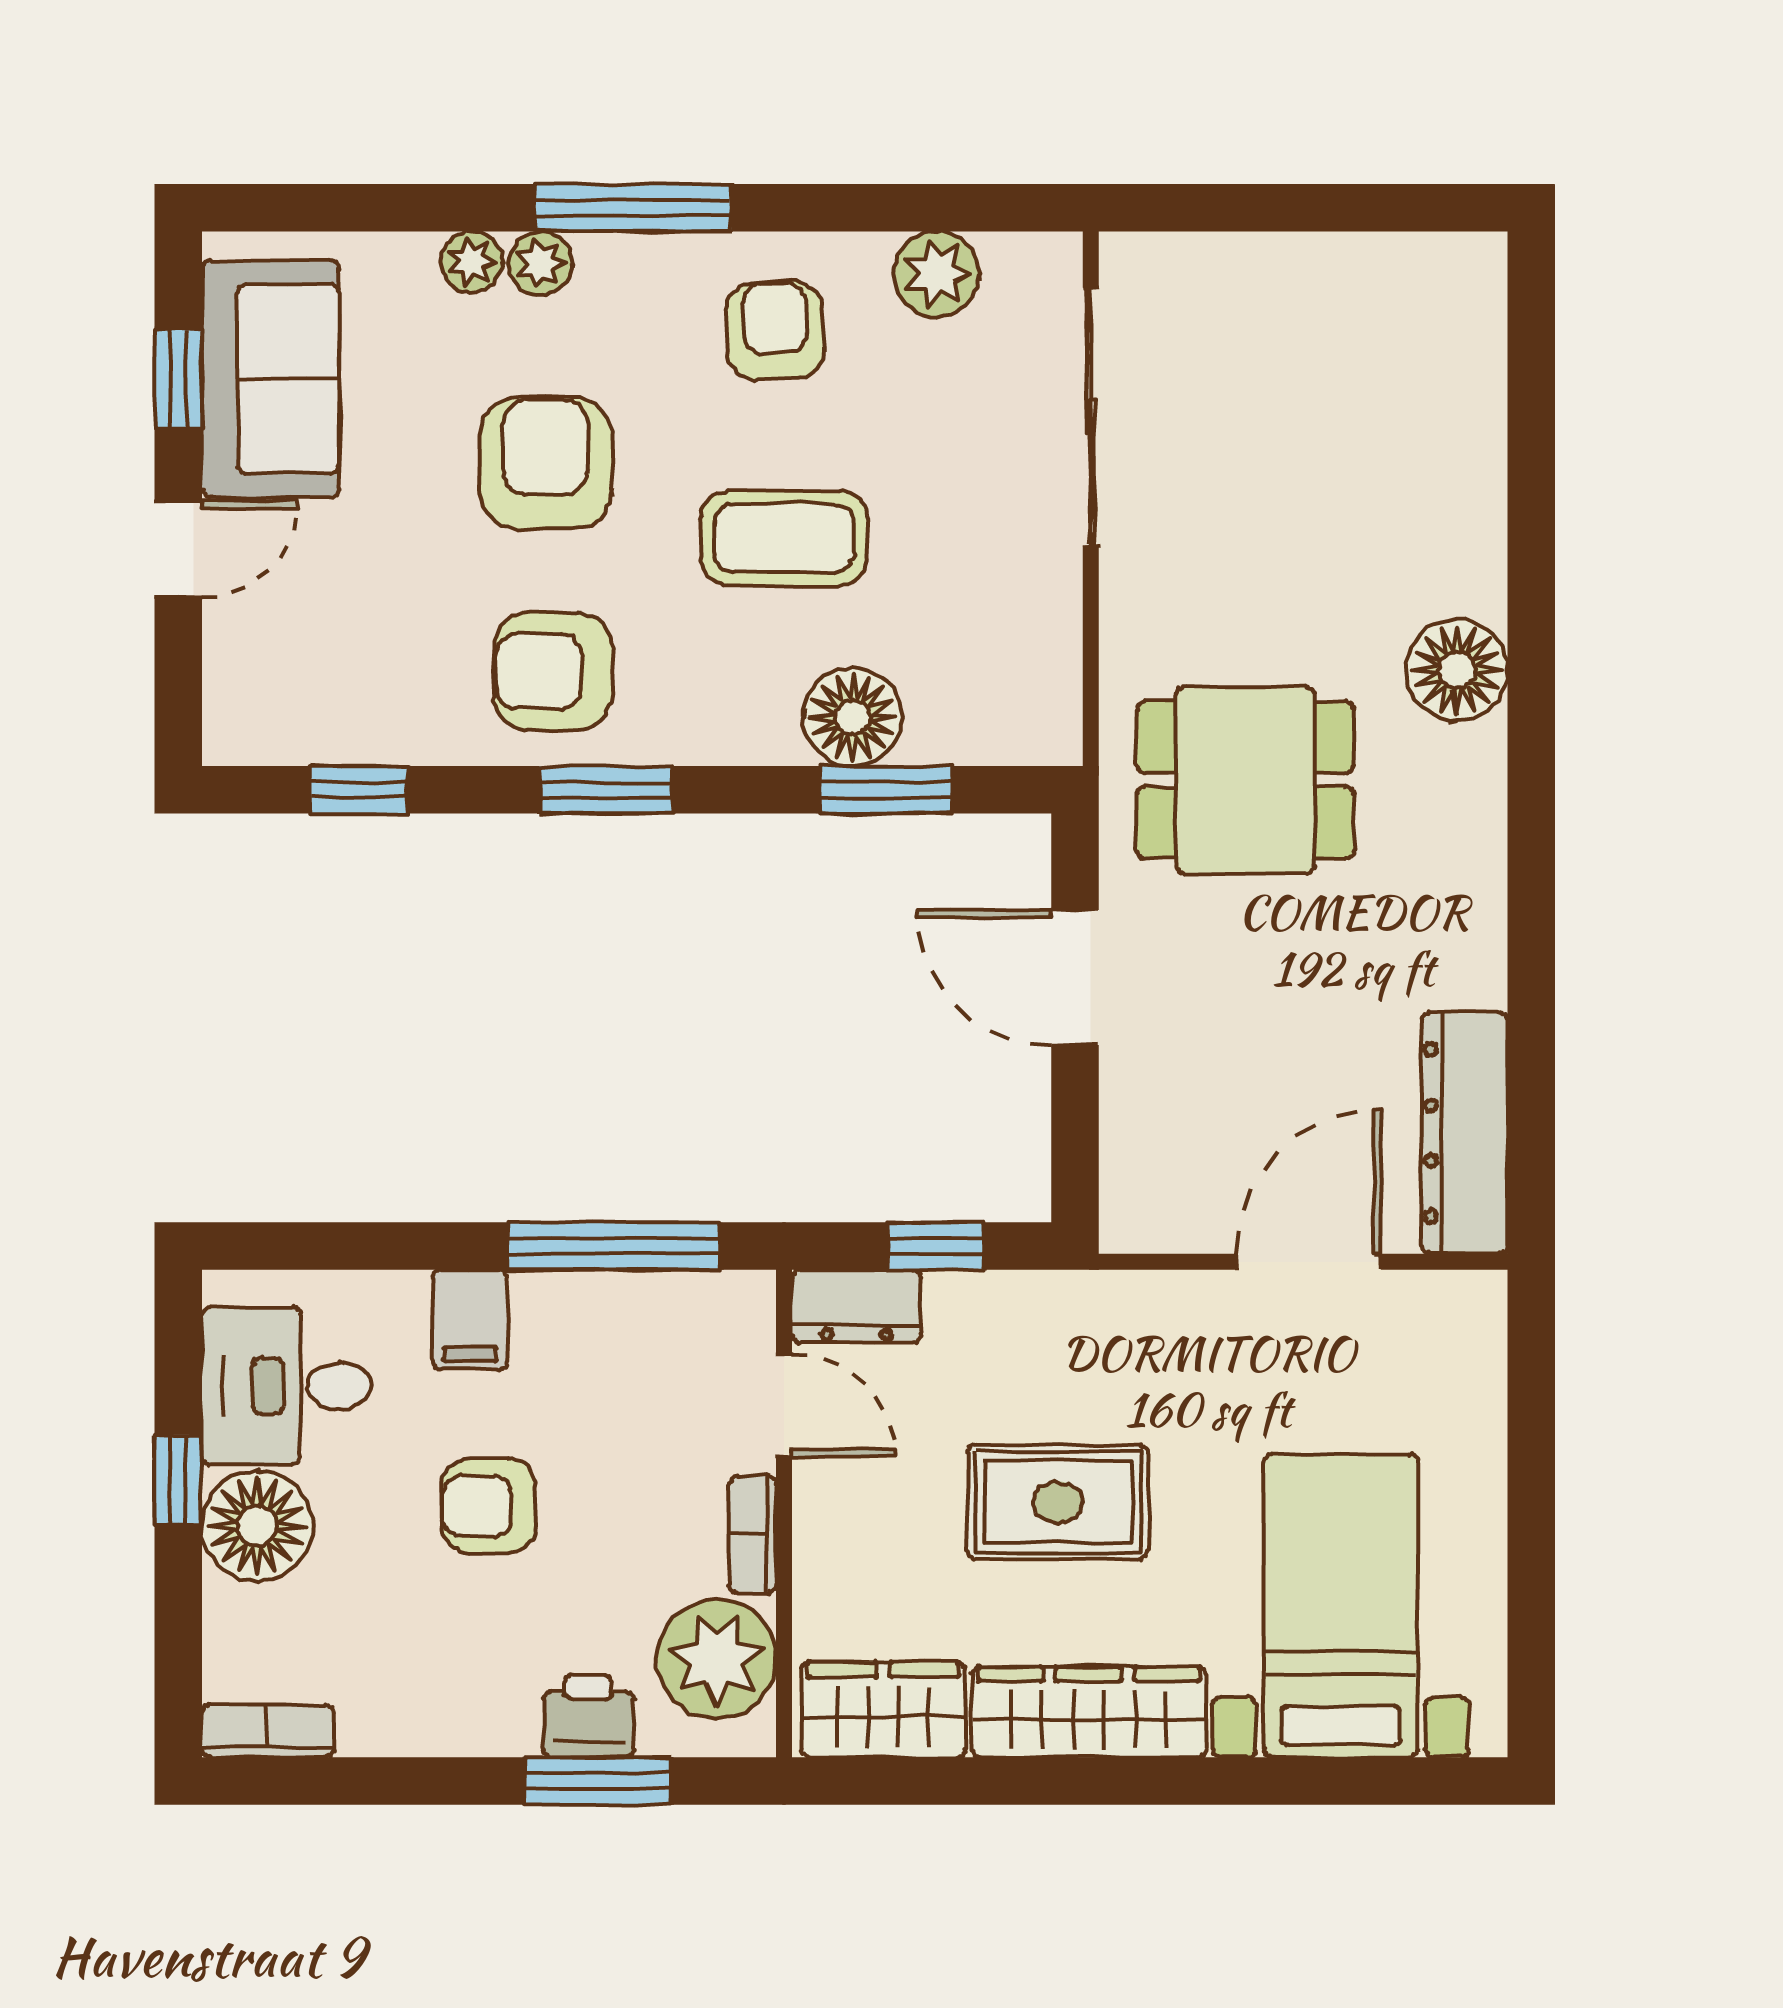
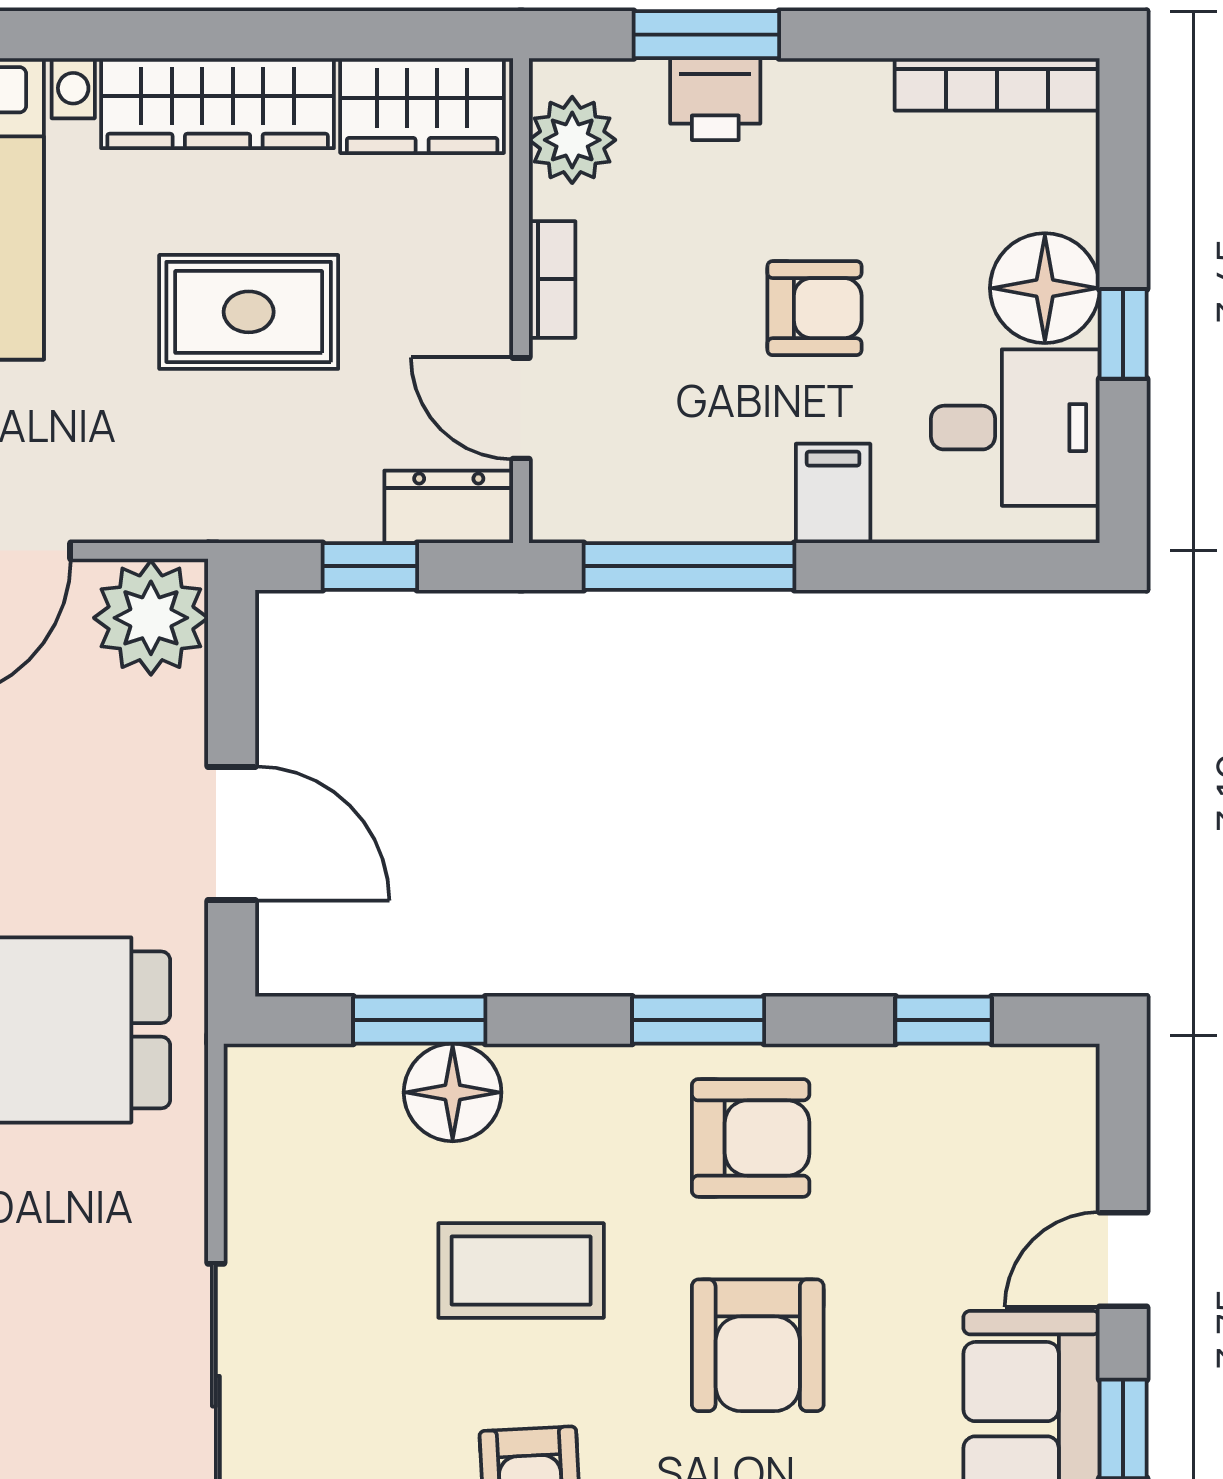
plant: (1156, 1194) -> (151, 618), added
plant: (717, 1659) -> (572, 140), width x0.73, depth x0.73
bookcase: (268, 1731) -> (997, 84), width x1.56

